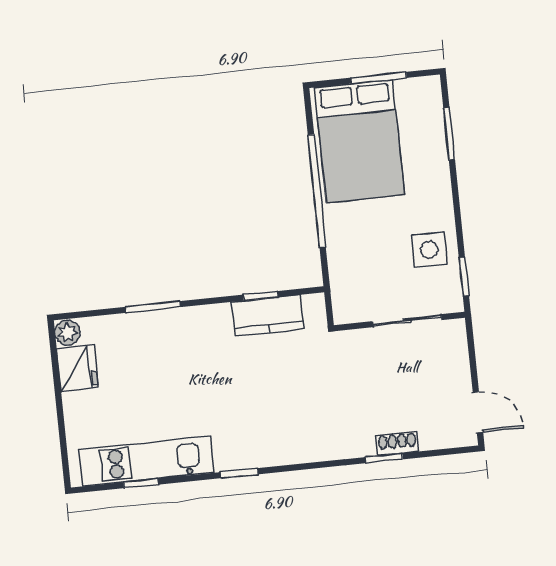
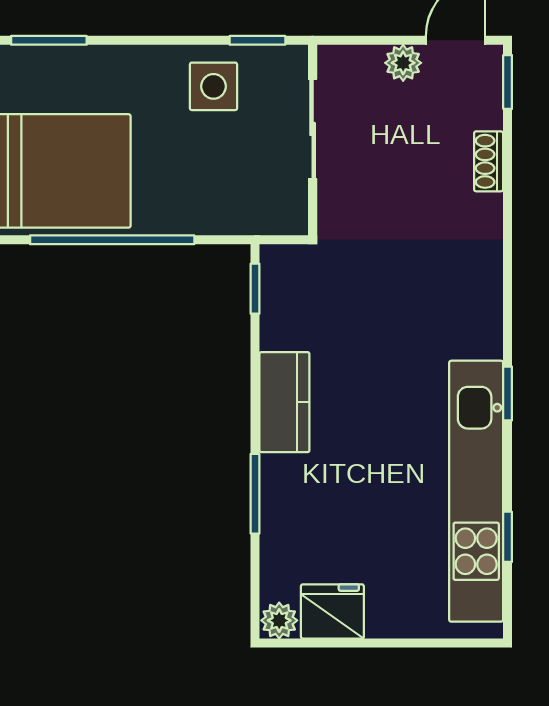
window: (261, 296) -> (255, 289), moved
kitchen counter: (268, 316) -> (284, 402), moved
plant: (459, 378) -> (403, 63), added
window: (384, 458) -> (508, 82), moved
kitchen unit: (146, 461) -> (476, 491), width x1.36

